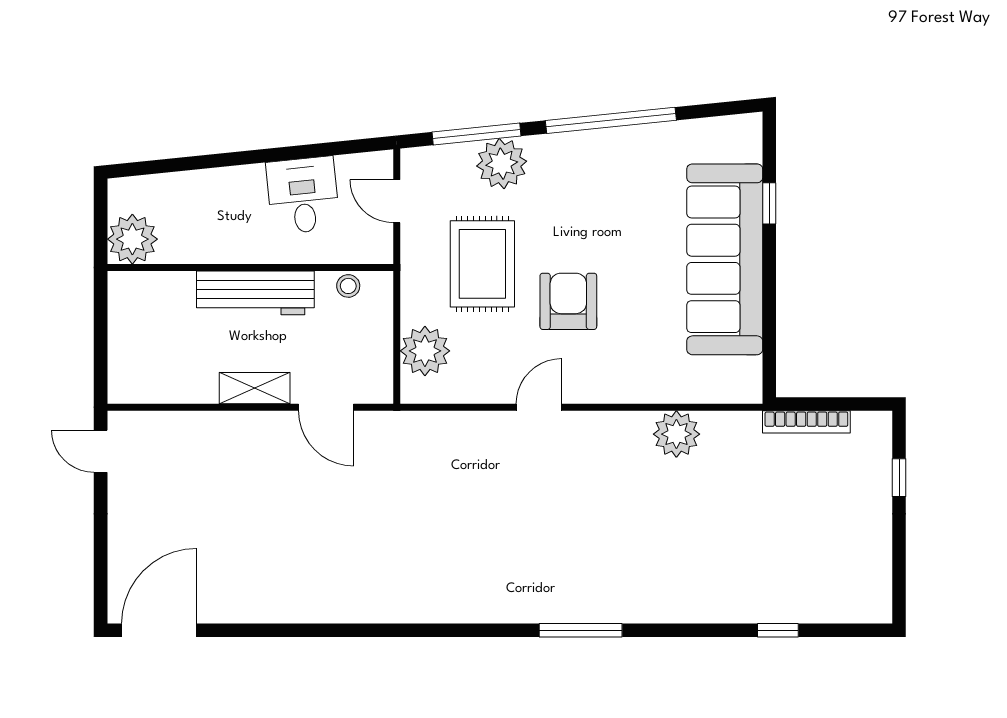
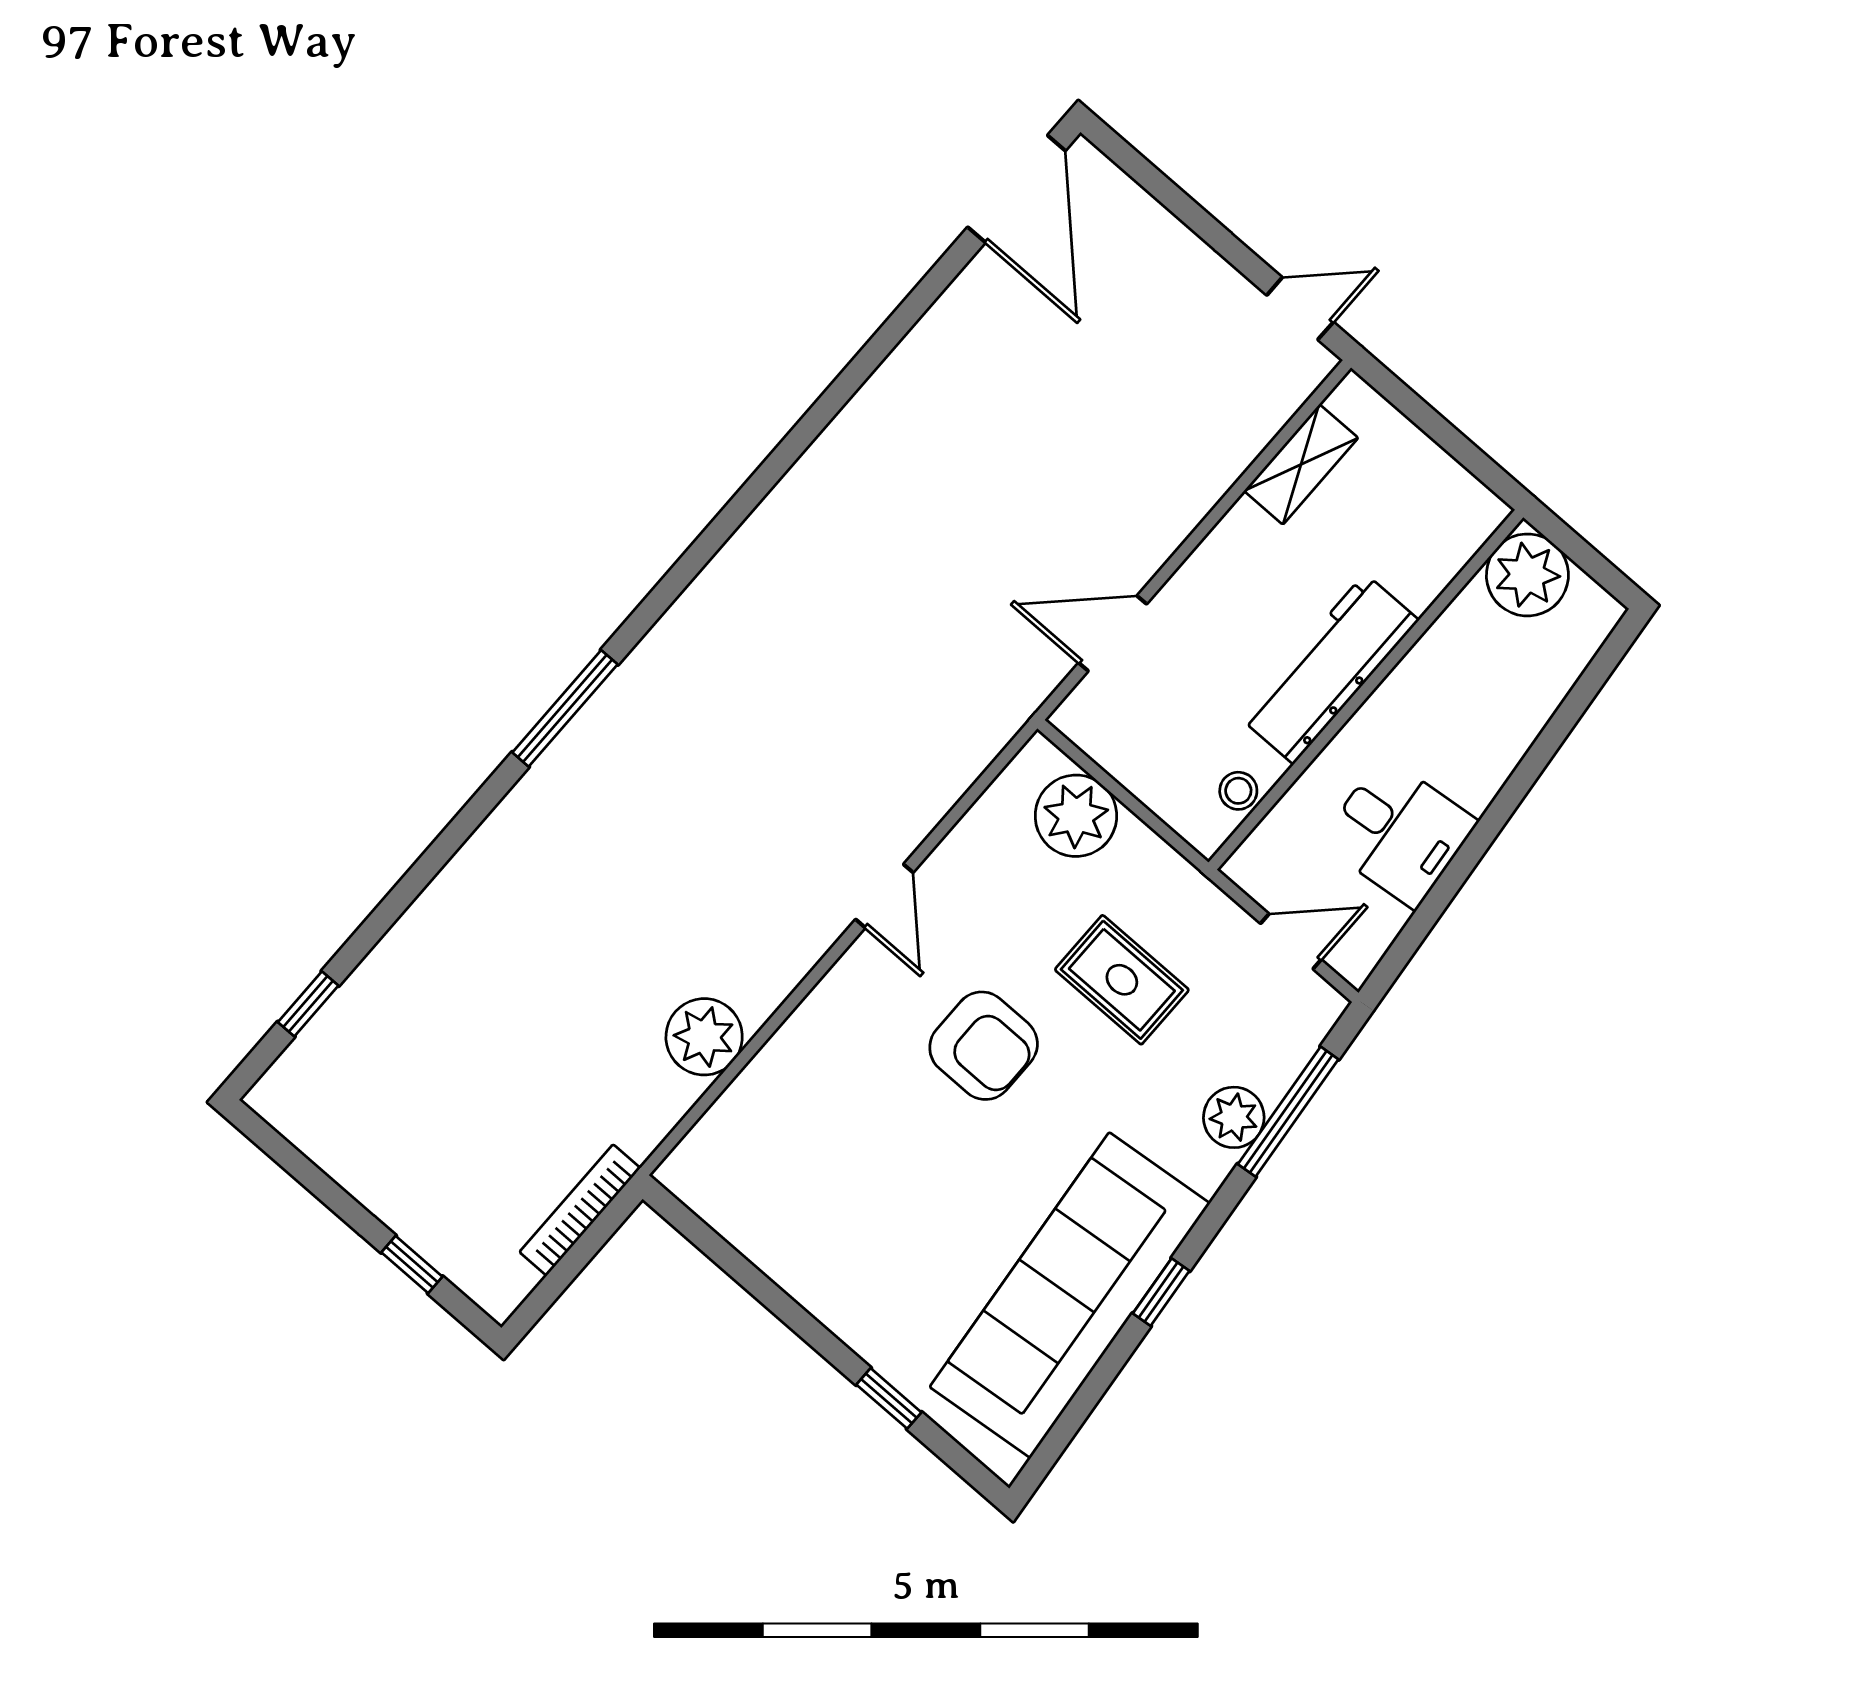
window: (611, 120) -> (1161, 1292), width x0.32
plant: (502, 164) -> (1234, 1117), width x0.73, depth x0.73
sofa: (725, 259) -> (1070, 1295), moved, turned -96
rug: (482, 264) -> (1122, 980), width x0.73, depth x0.70
shelving: (255, 388) -> (1301, 464), moved
window: (778, 630) -> (308, 1004), moved

